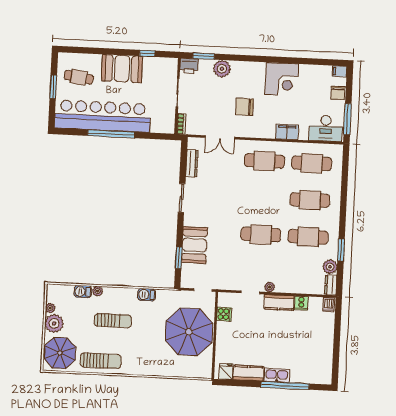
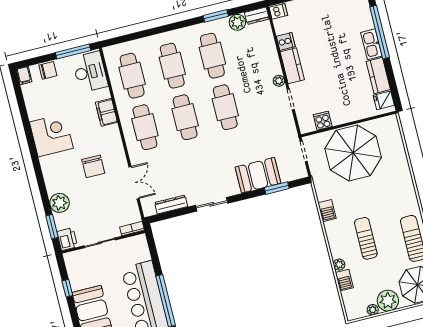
cafe table: (263, 198) -> (185, 117), added

